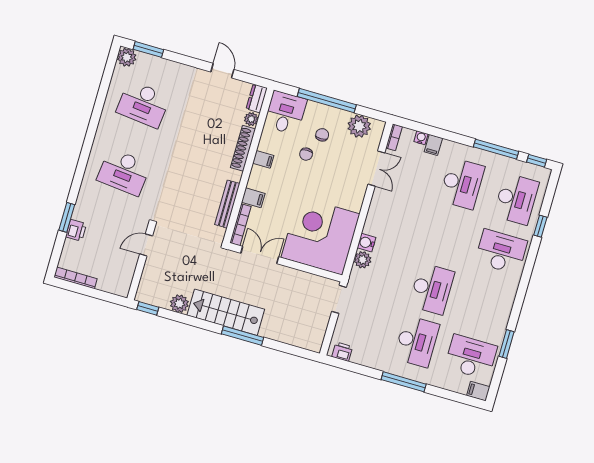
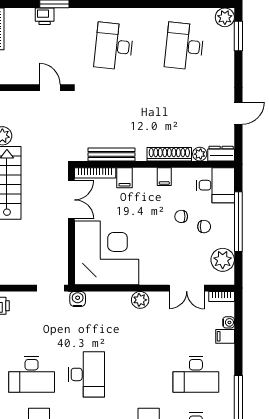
water cooler: (366, 243) -> (78, 299), moved
plant: (363, 260) -> (140, 300), moved
desk: (432, 289) -> (86, 374), turned -90

